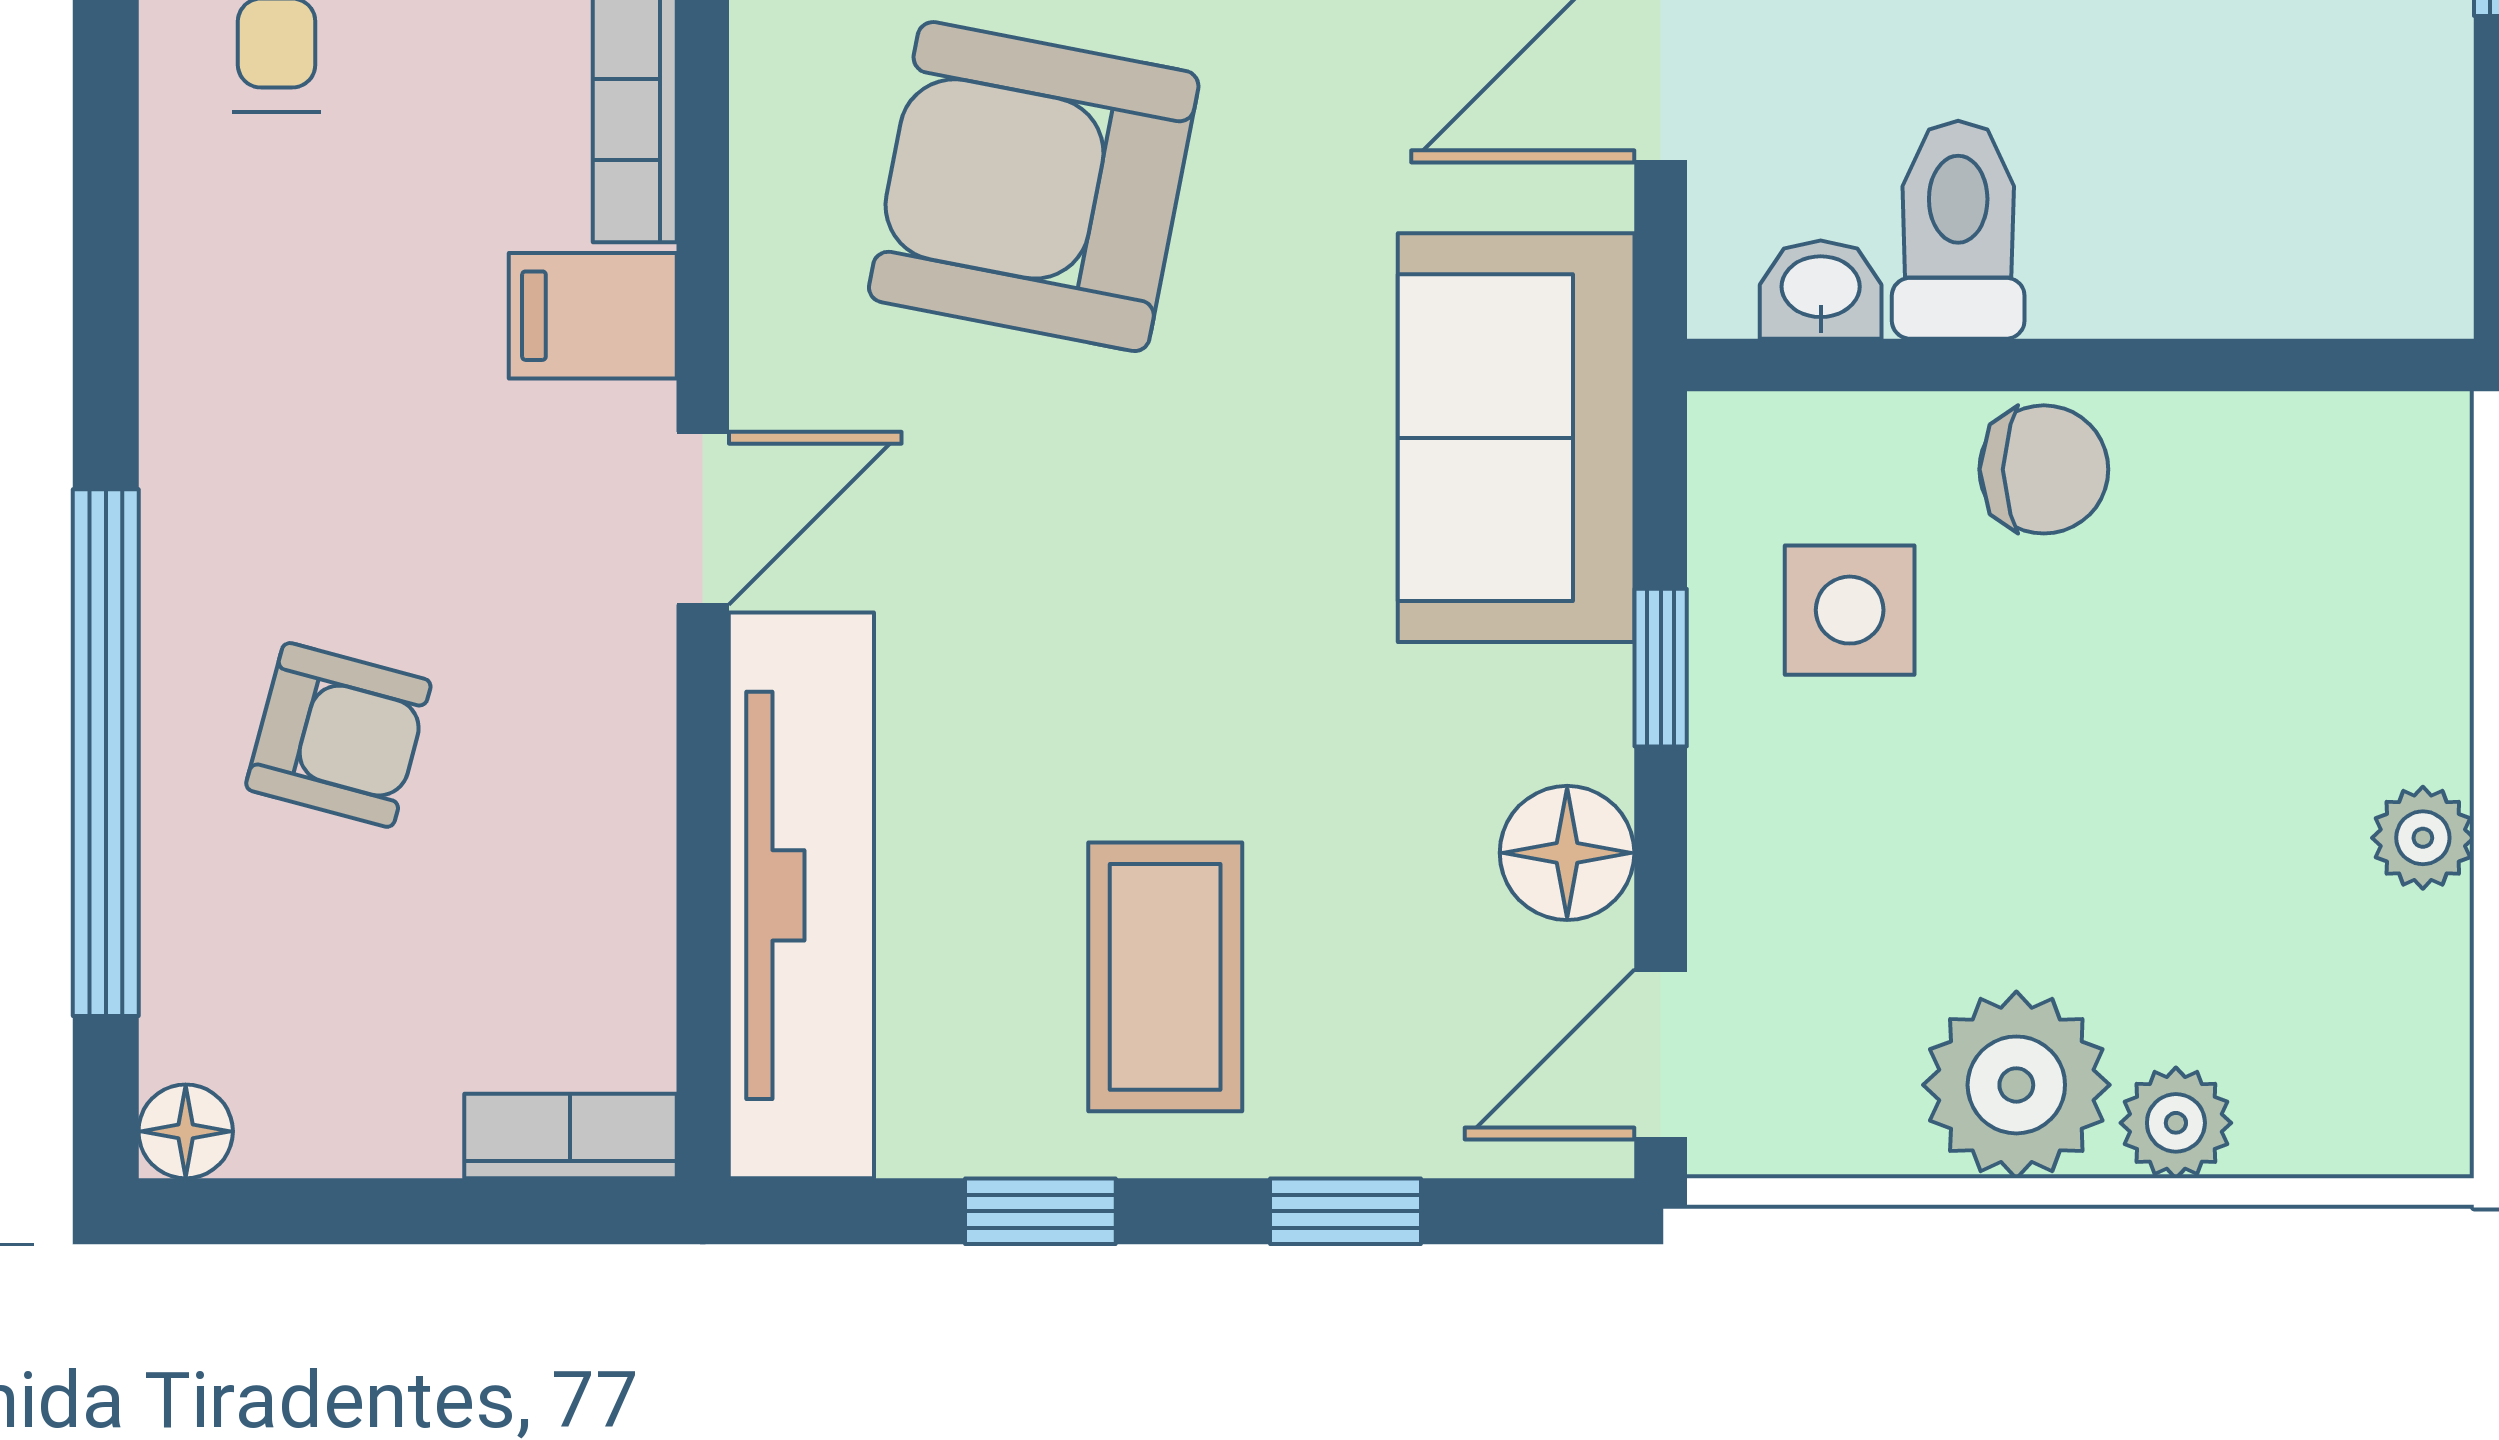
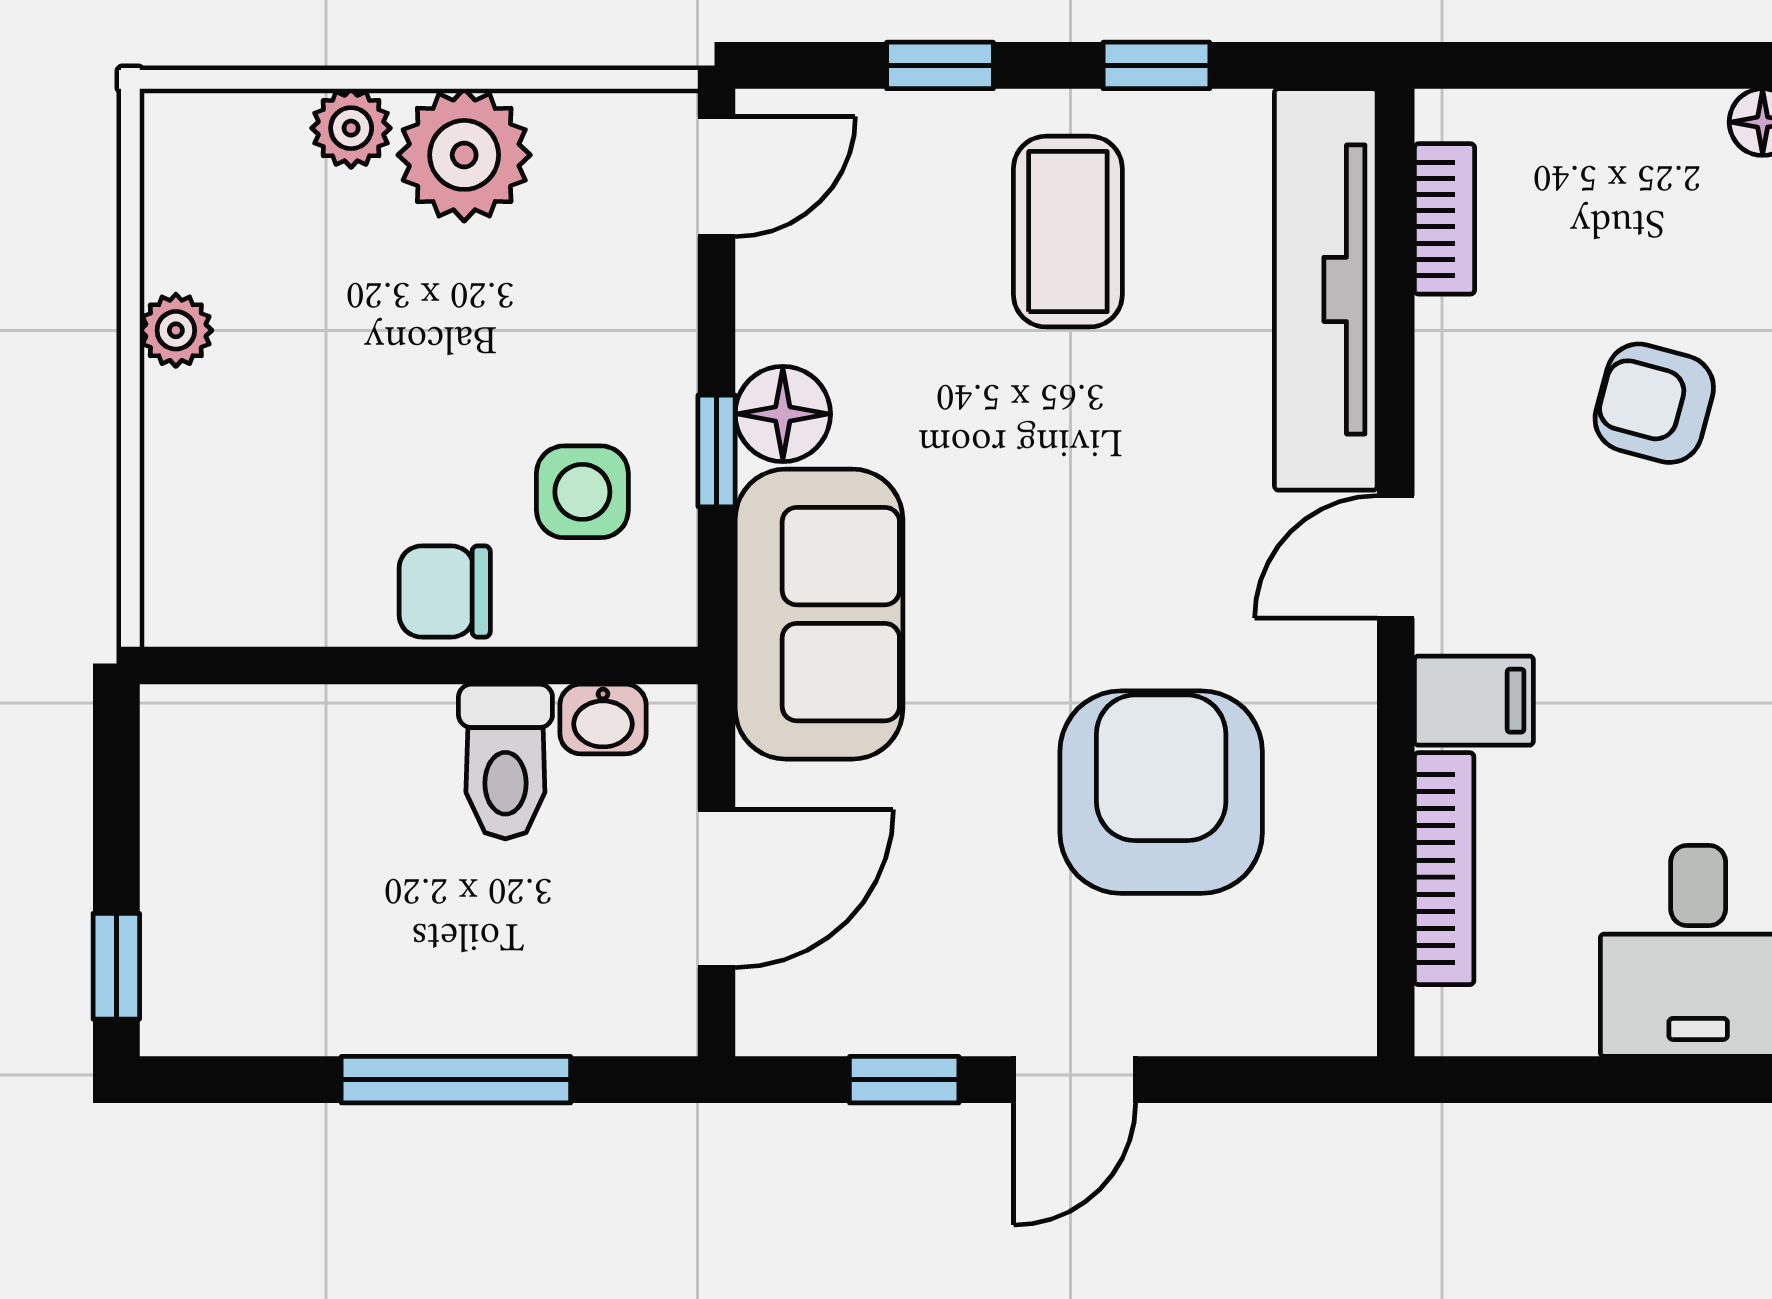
armchair: (1034, 187) -> (1161, 792), turned -101
floor lamp: (1567, 853) -> (783, 414), moved
bookcase: (570, 1136) -> (1445, 219), moved, turned -90

